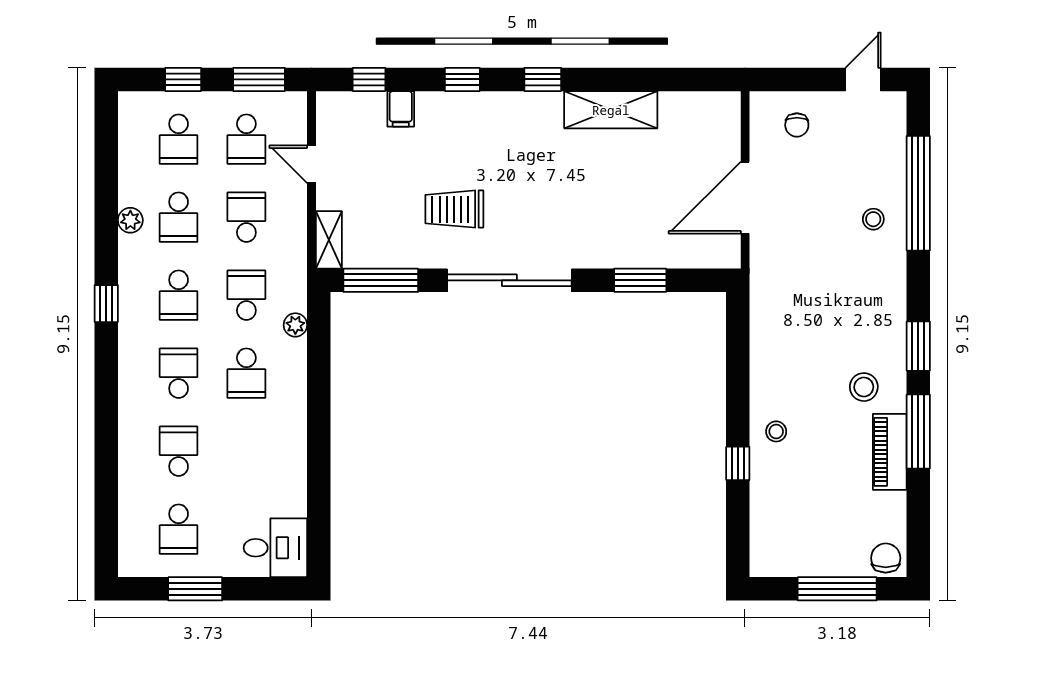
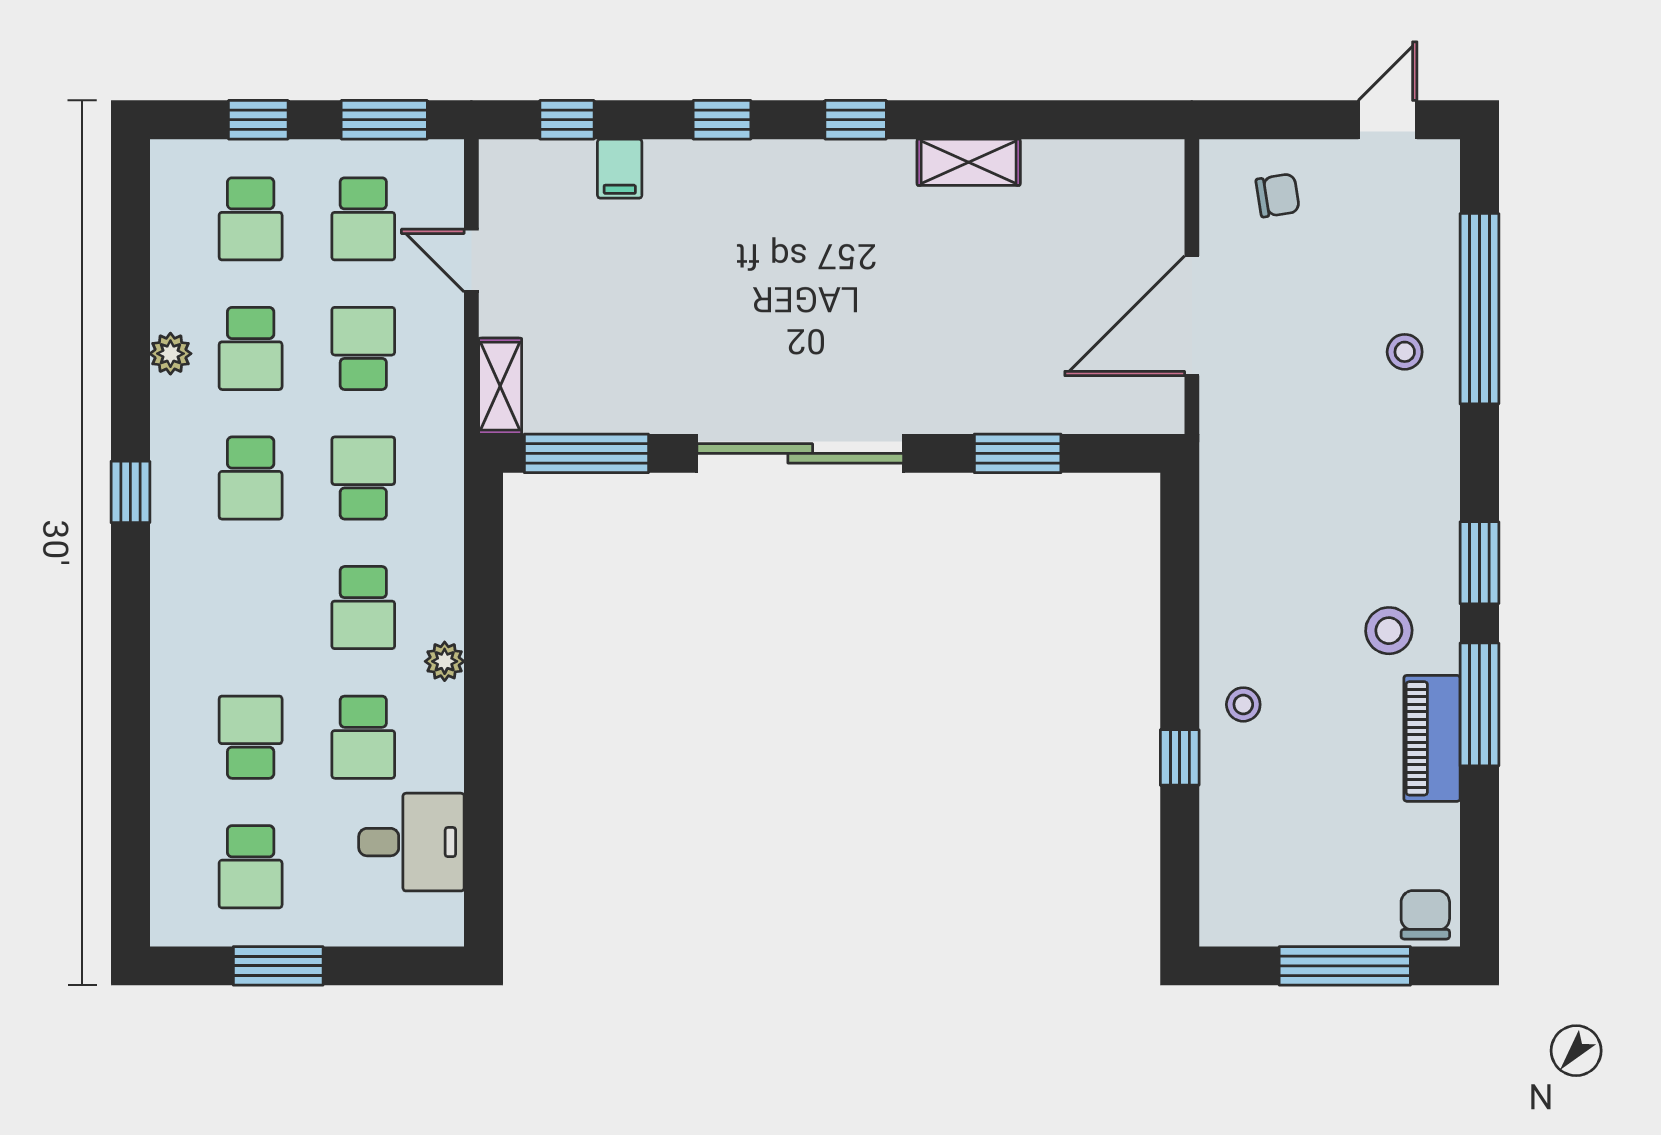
shelving: (611, 110) -> (969, 162), width x0.67, depth x0.75
chair: (797, 125) -> (1278, 195), turned -99
trolley: (454, 209) -> (709, 335), removed
plant: (295, 325) -> (445, 661), moved
school desk: (179, 373) -> (363, 737), moved, turned 180
desk: (275, 548) -> (411, 842), moved

